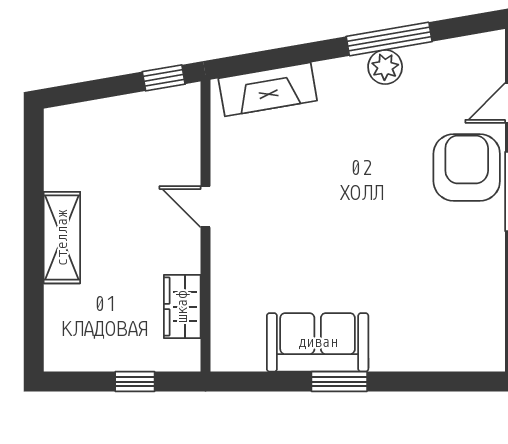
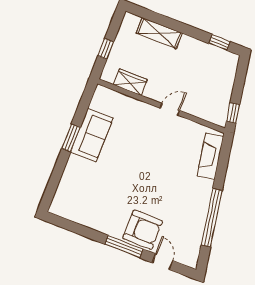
window: (389, 39) -> (212, 218), width x1.46
plant: (385, 67) -> (200, 211), removed
window: (34, 160) -> (219, 42), added
shelving: (62, 238) -> (159, 33), moved

